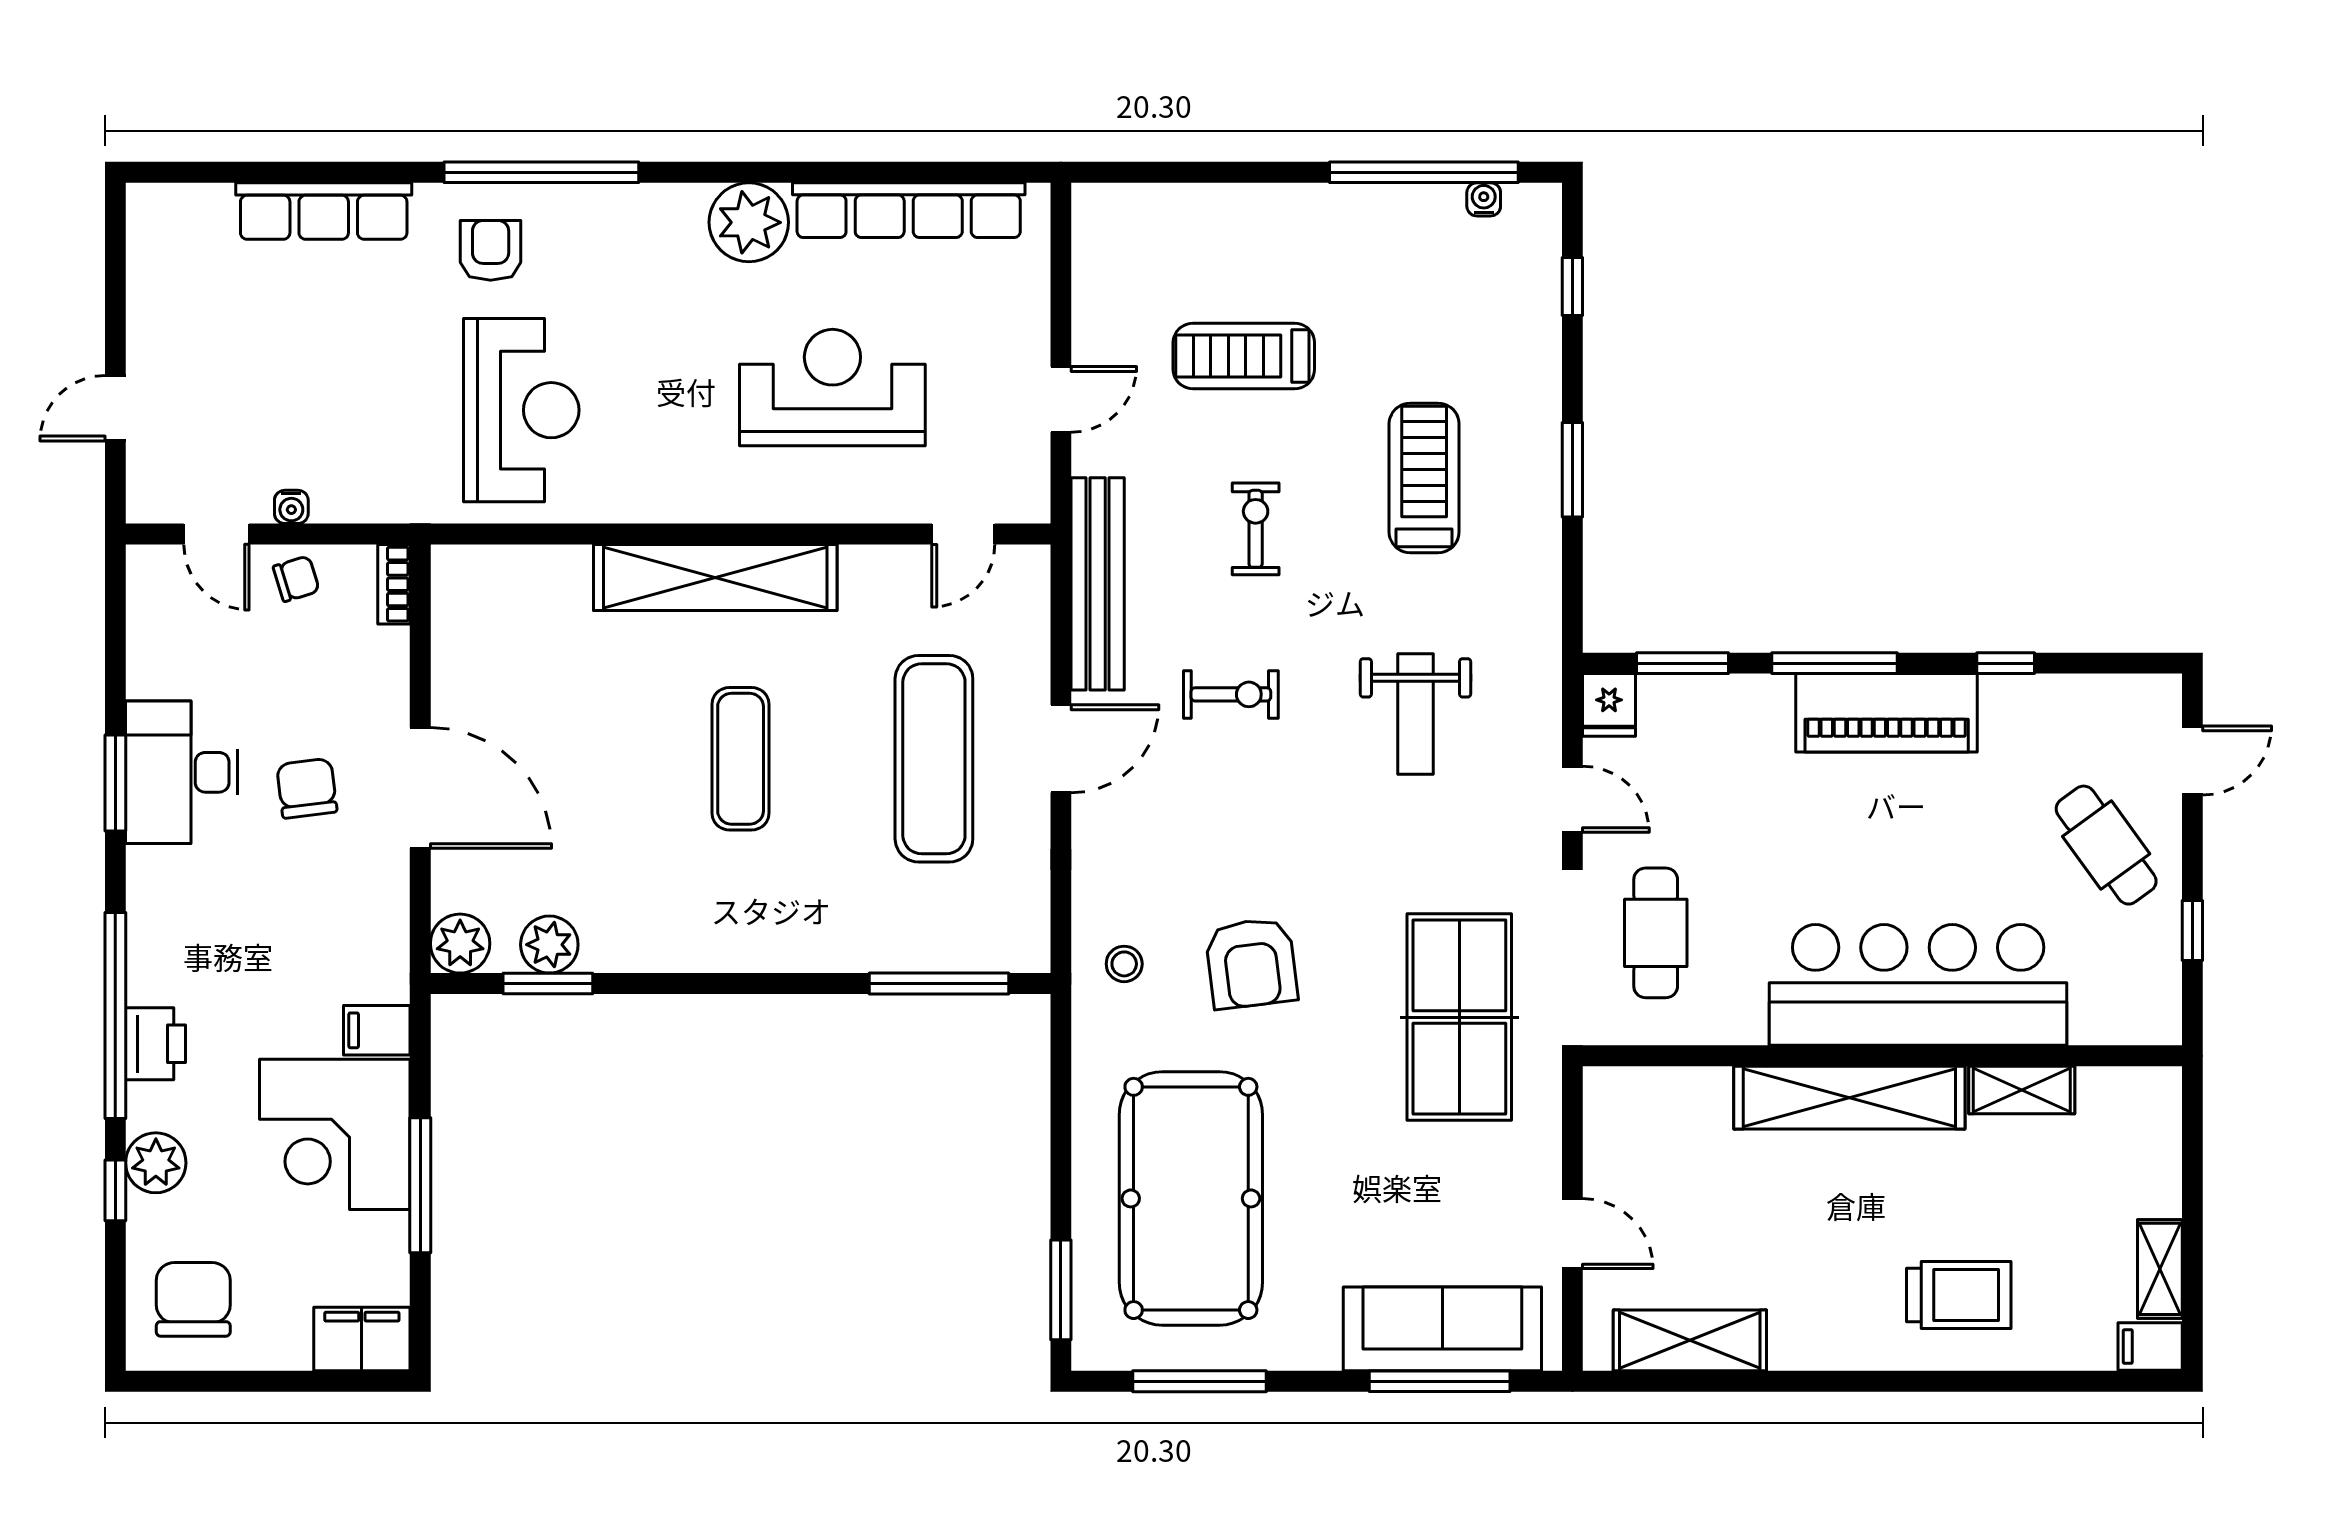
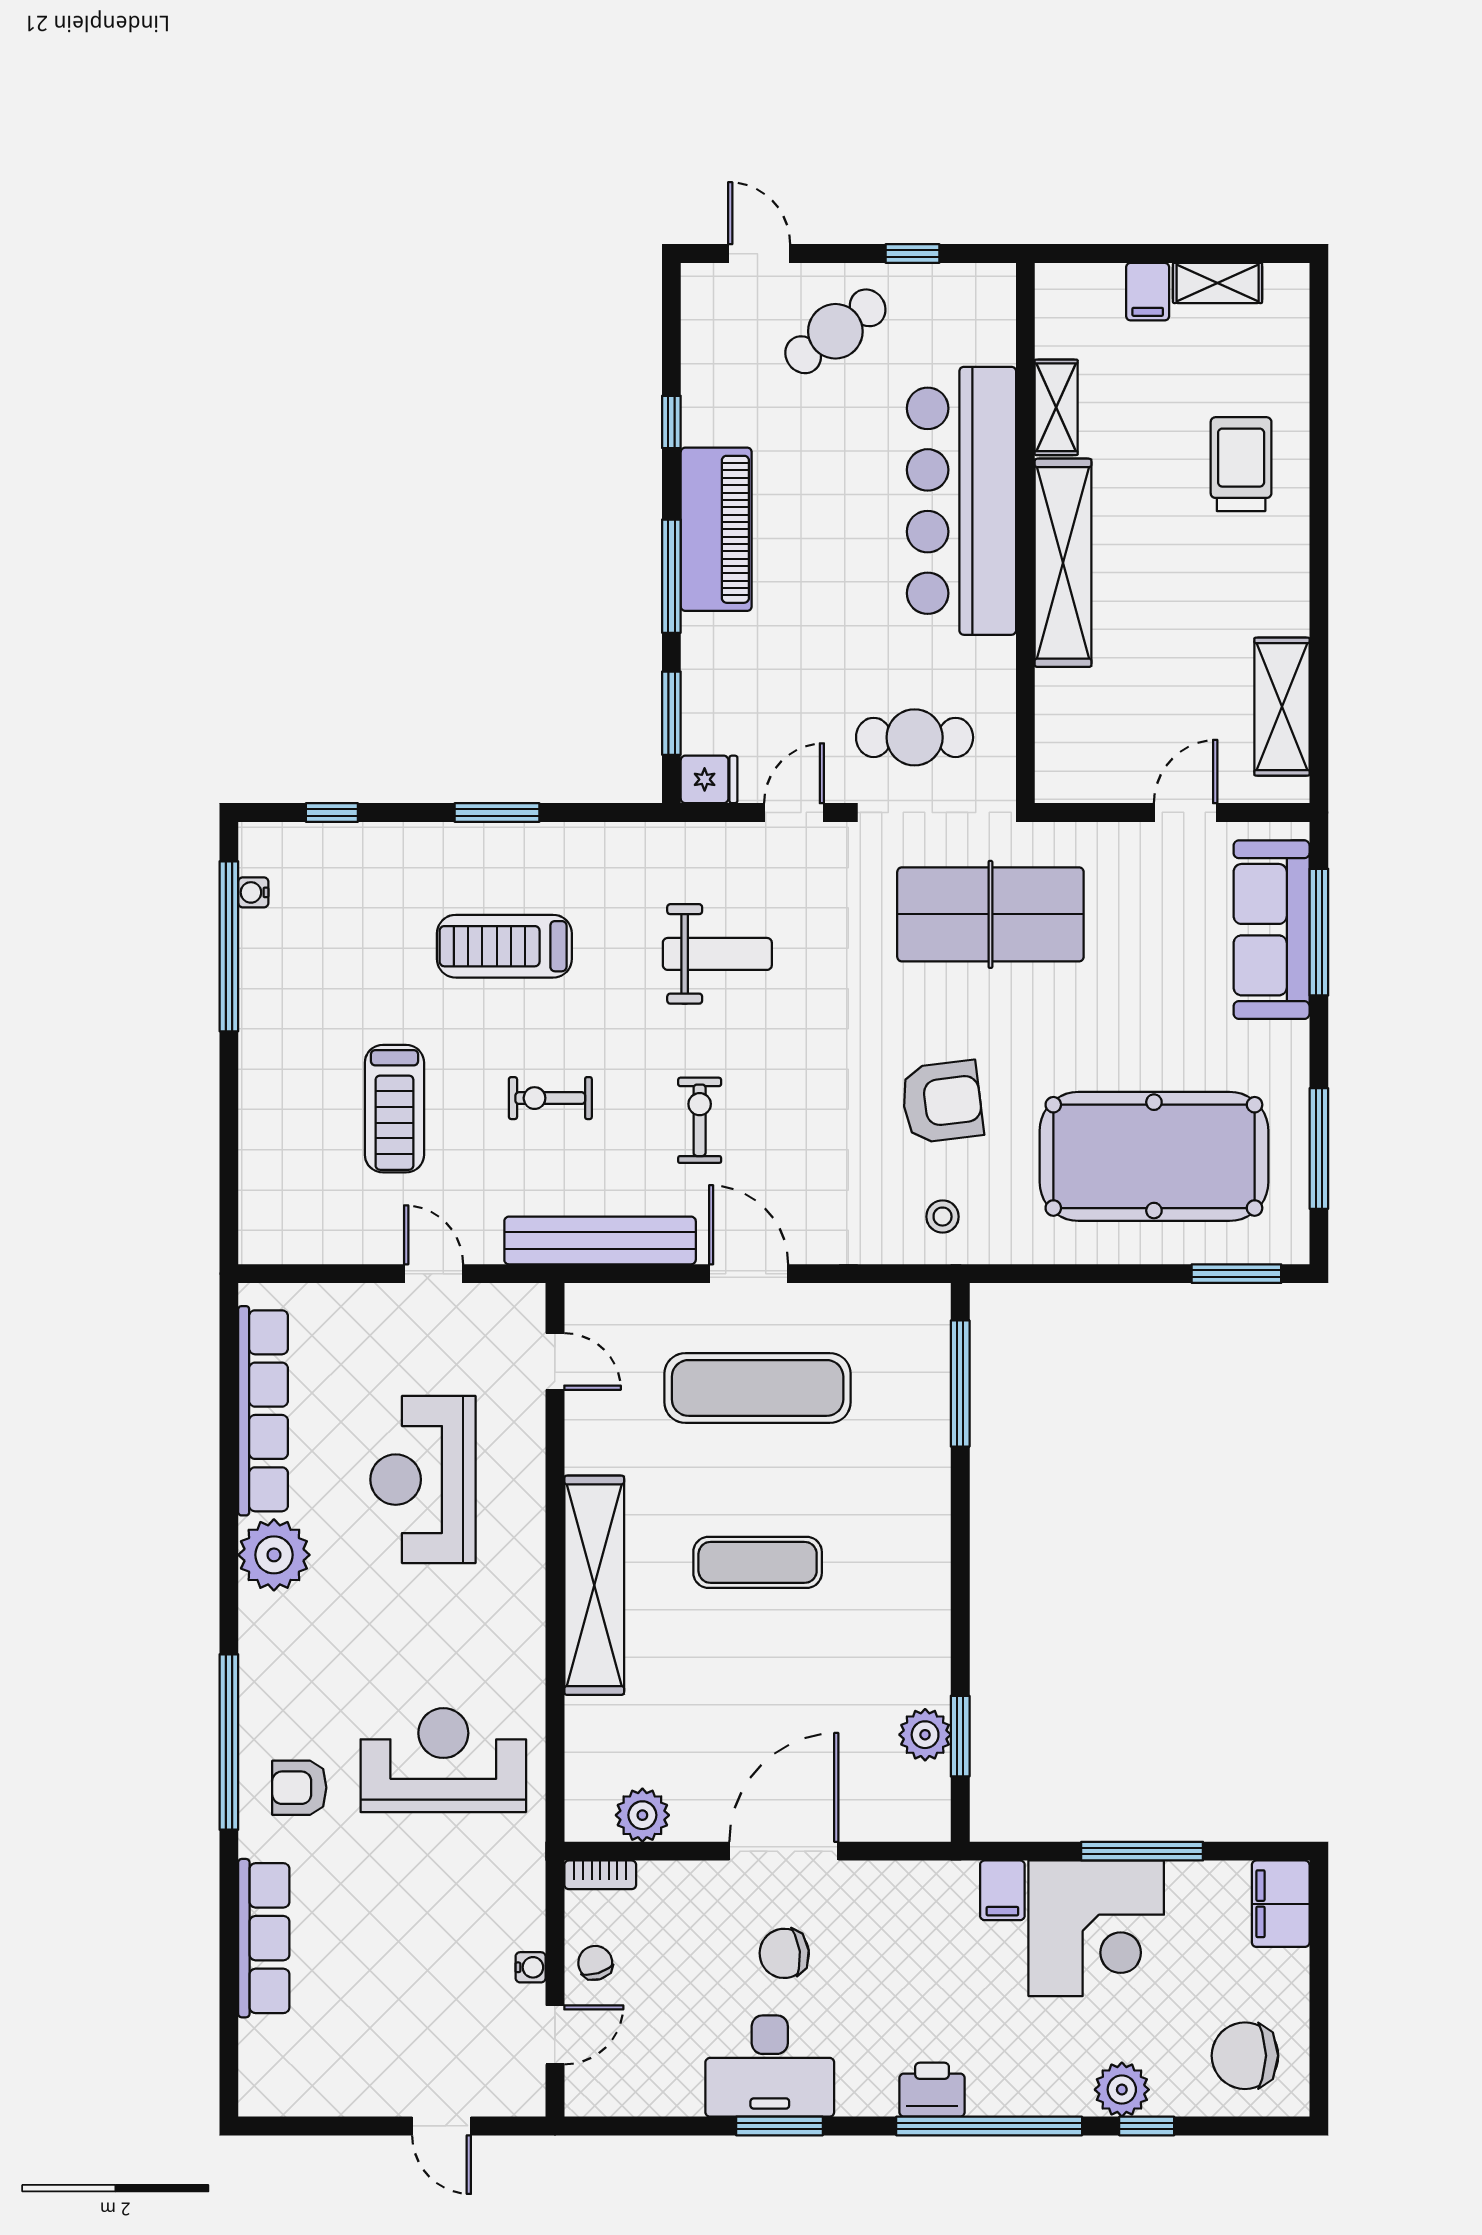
plant: (460, 944) -> (642, 1815), moved
printer: (156, 1044) -> (932, 2090), moved
filing cabinet: (2150, 1347) -> (1148, 292), moved

